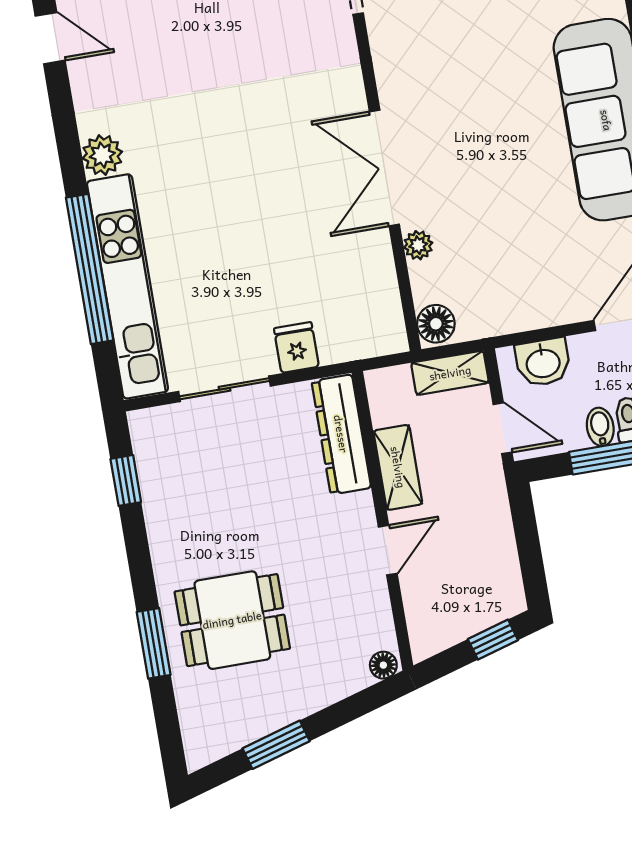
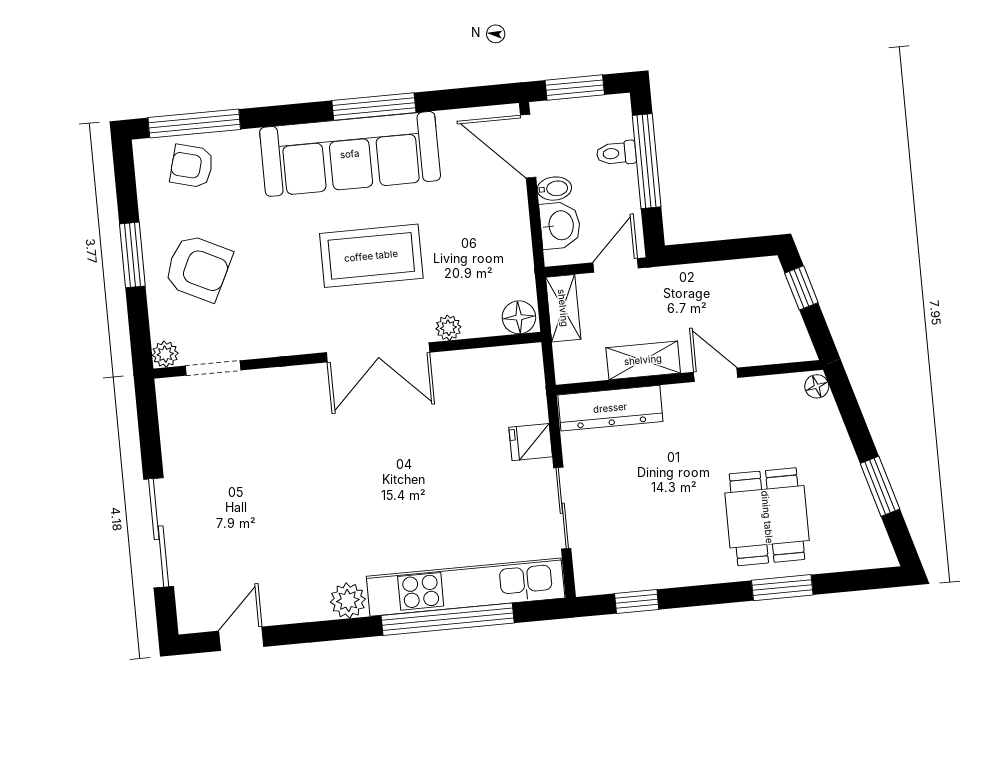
coffee table: (493, 152) -> (371, 256), added
bidet: (600, 427) -> (554, 189), moved, turned 180

